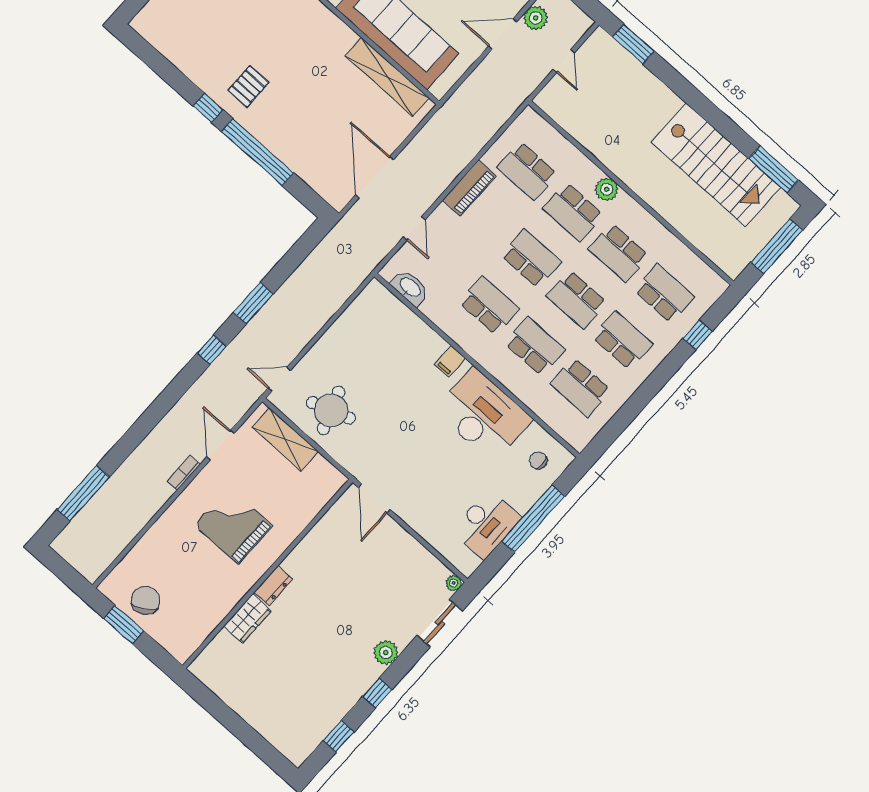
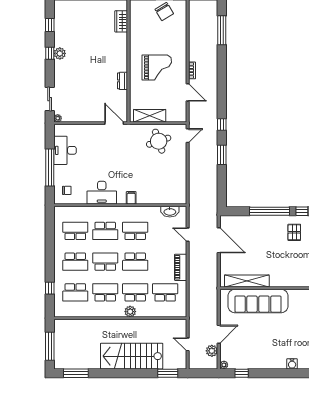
stairs: (716, 165) -> (132, 356), moved
school desk: (489, 305) -> (135, 231), turned 180
desk: (483, 415) -> (102, 193), width x0.73, depth x0.77
shelving: (285, 439) -> (150, 116), moved
dresser: (273, 586) -> (123, 81), moved
wardrobe: (248, 619) -> (121, 21), moved
plant: (386, 653) -> (60, 53), moved

